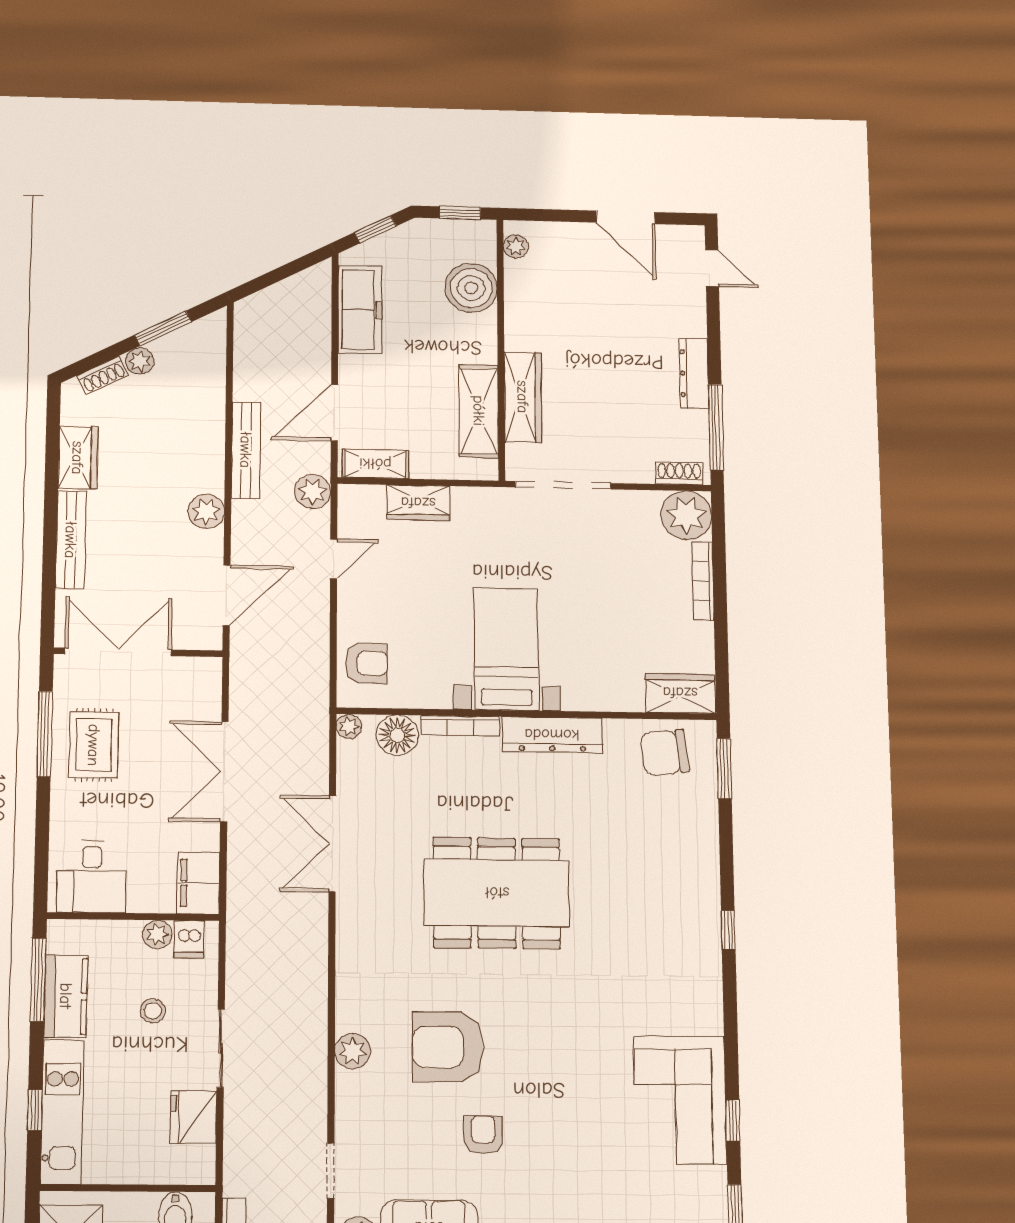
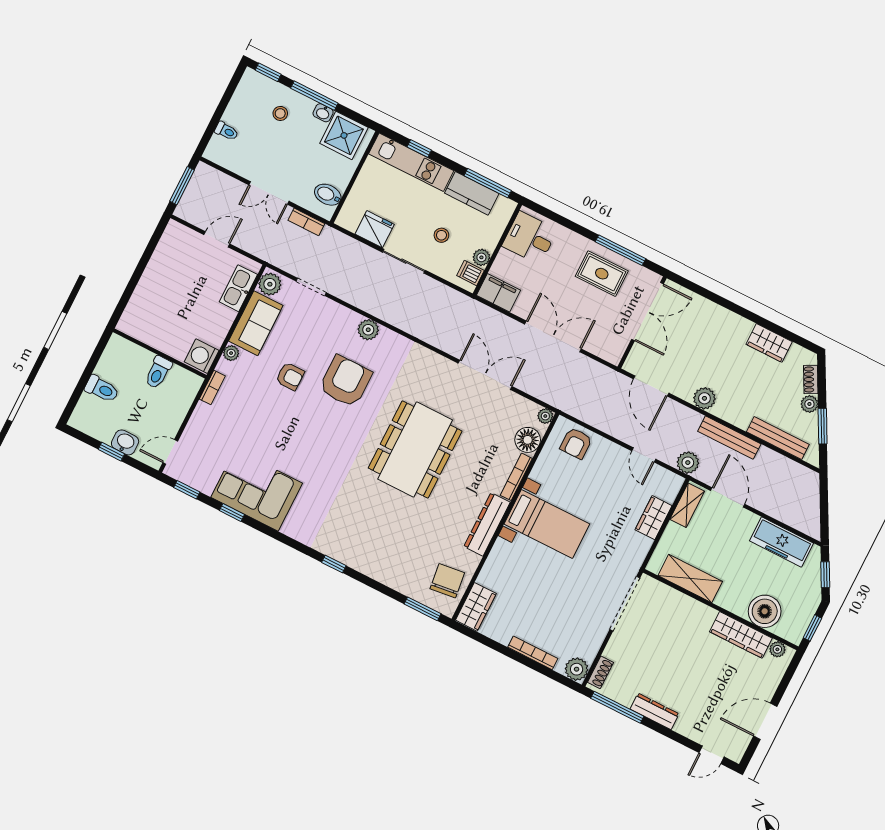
wardrobe: (523, 397) -> (741, 635), moved
plant: (686, 515) -> (577, 669), width x0.73, depth x0.73
bench: (71, 540) -> (778, 438), moved

